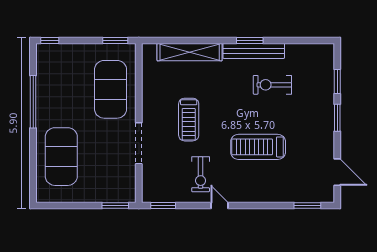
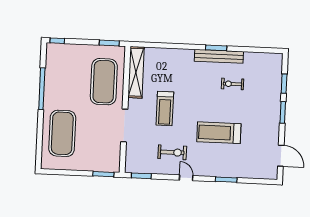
shelving: (190, 52) -> (136, 72), moved, turned 90
exercise bike: (272, 85) -> (233, 84), width x0.73, depth x0.72
exercise bike: (201, 174) -> (172, 152), turned -90
window: (307, 205) -> (226, 180), moved

